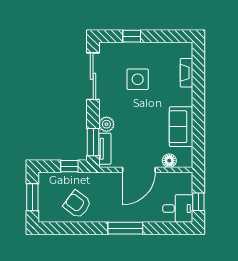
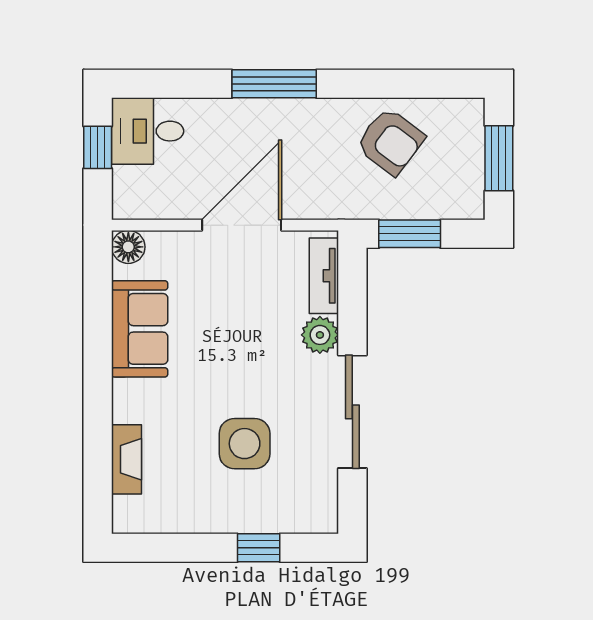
sliding door: (93, 76) -> (352, 412), moved
window: (93, 142) -> (352, 292), removed
floor lamp: (169, 161) -> (128, 247), moved
window: (69, 166) -> (410, 234), width x1.50

